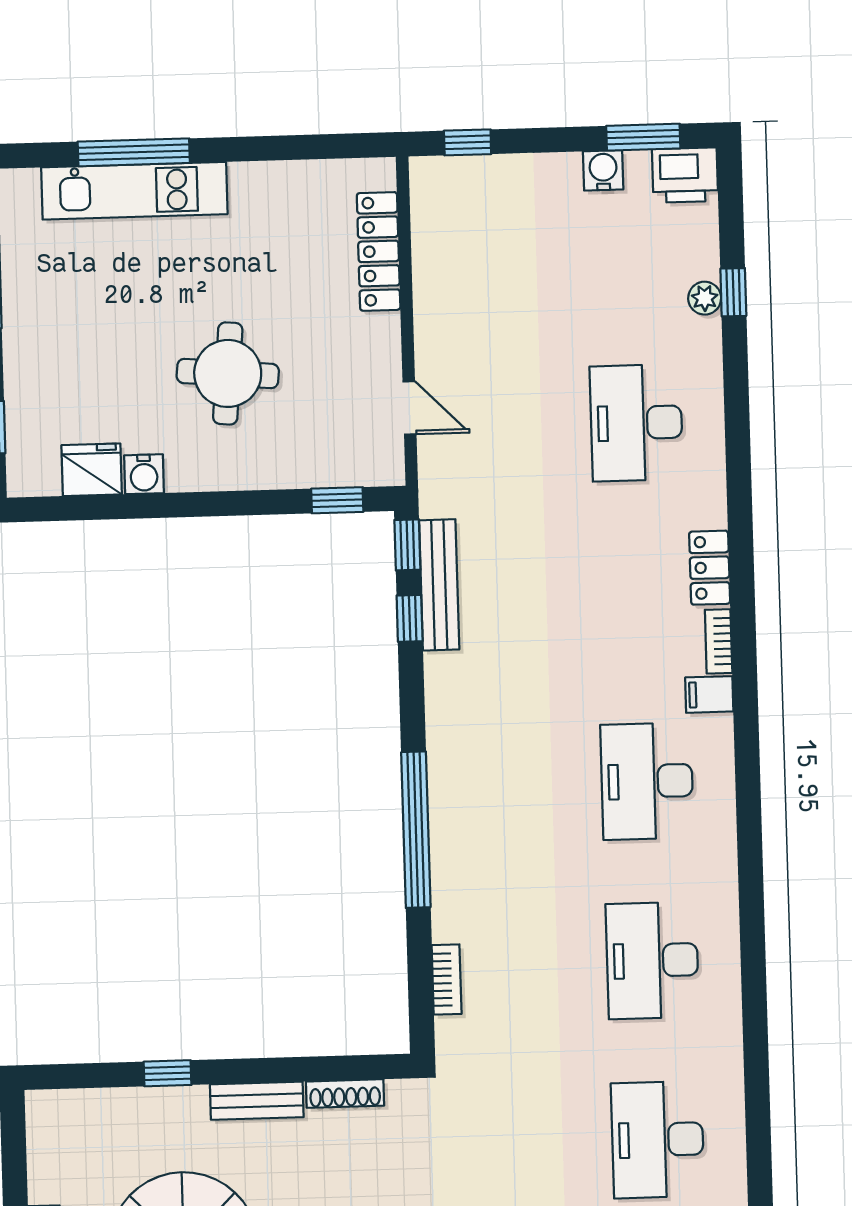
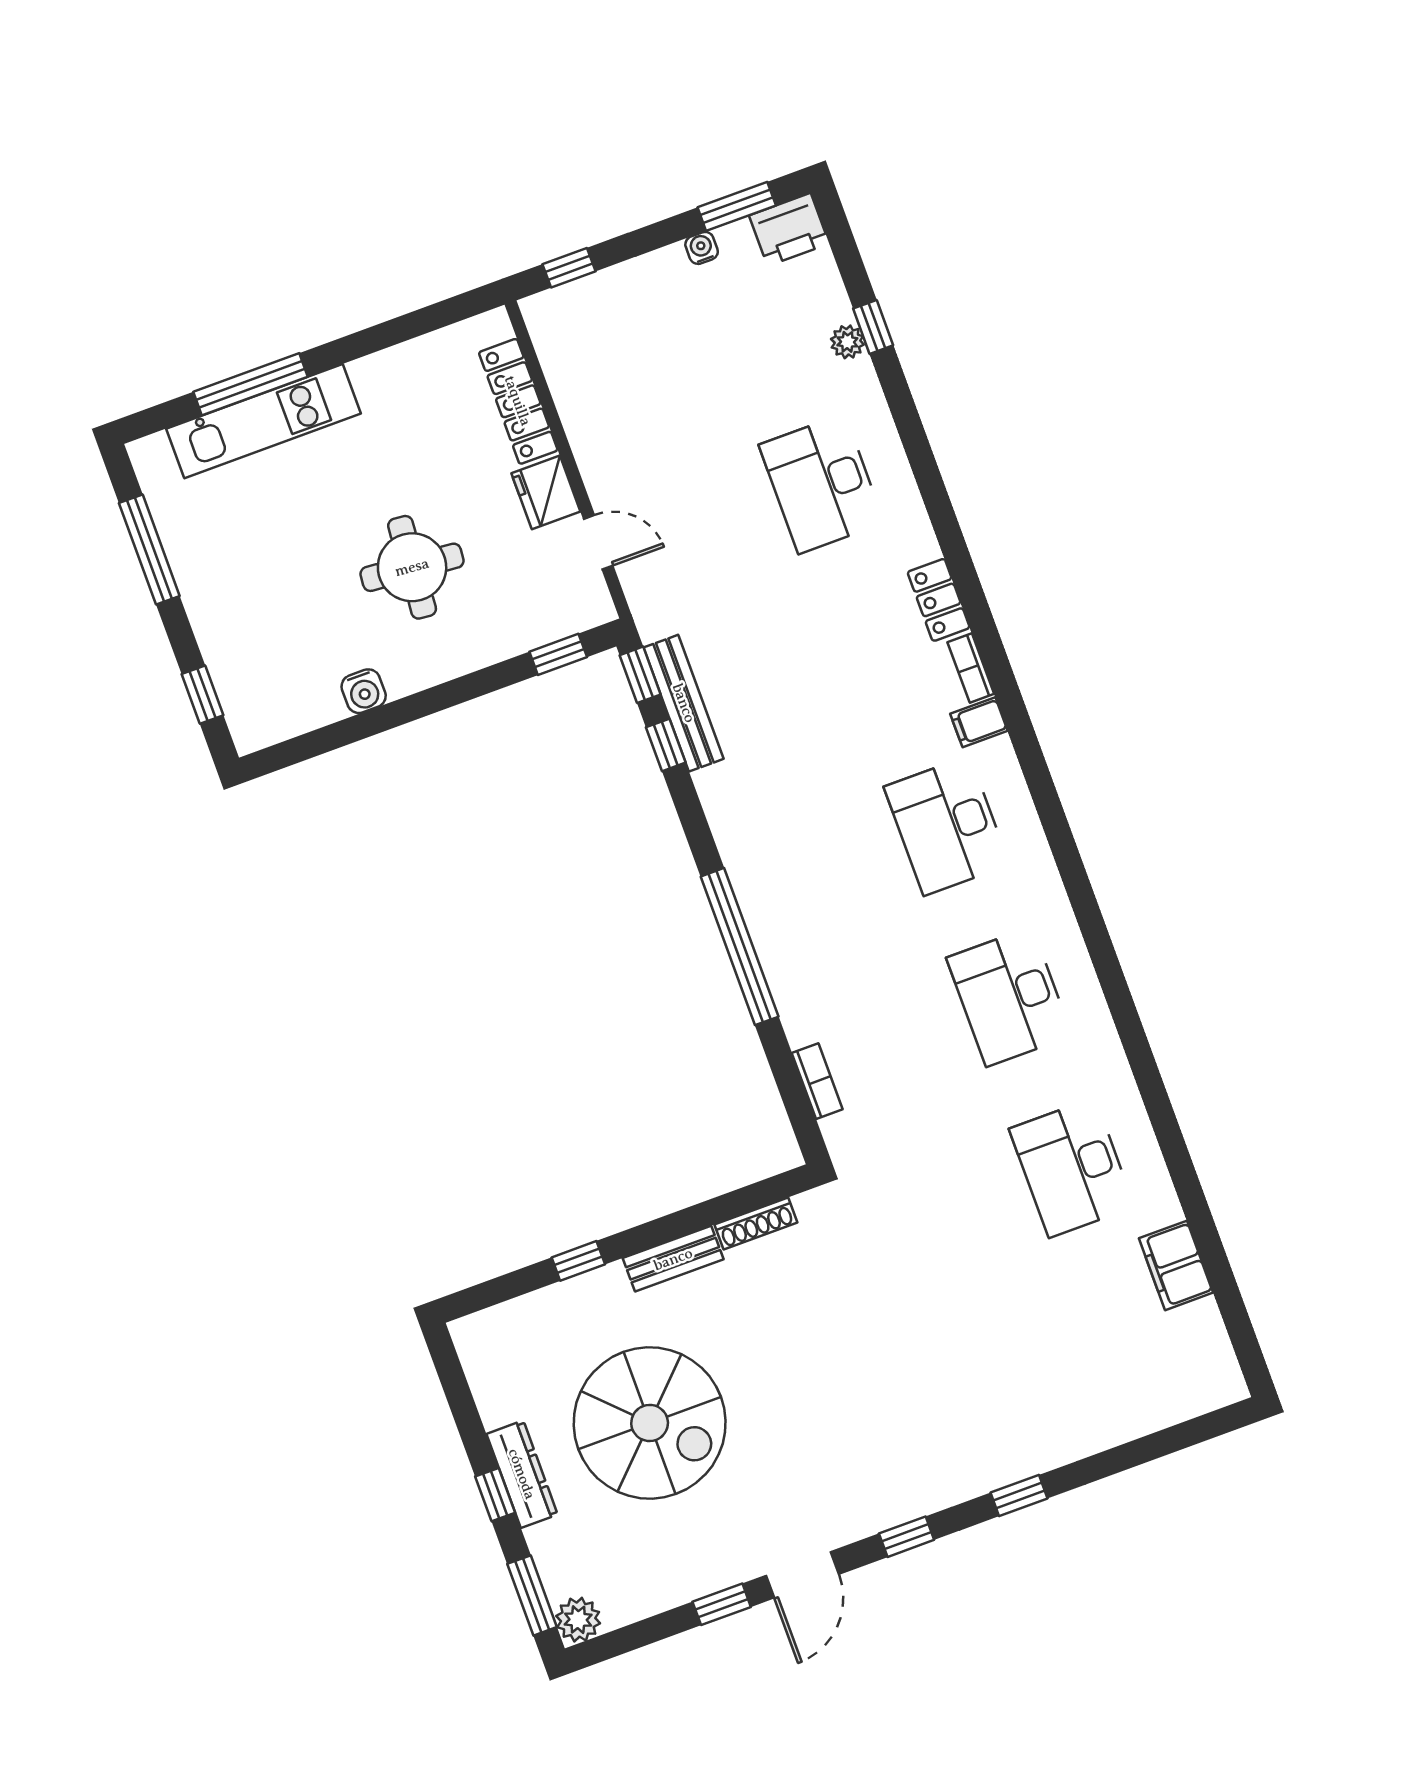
water cooler: (603, 170) -> (702, 248), width x0.72, depth x0.72
fridge: (92, 470) -> (546, 492), moved, turned -90

